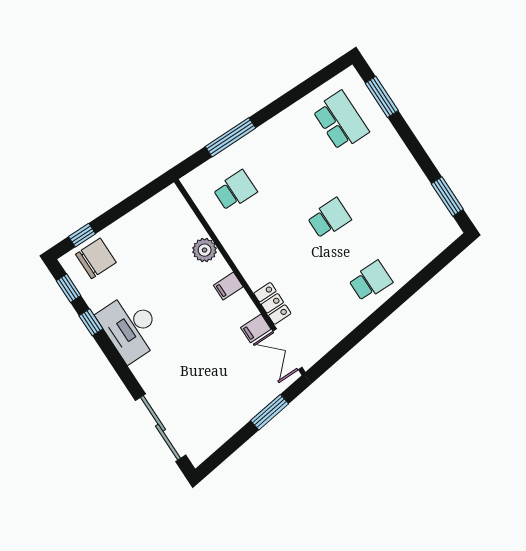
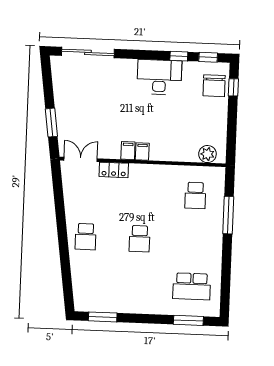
plant: (205, 250) -> (207, 154), moved
filing cabinet: (256, 328) -> (128, 151), moved

